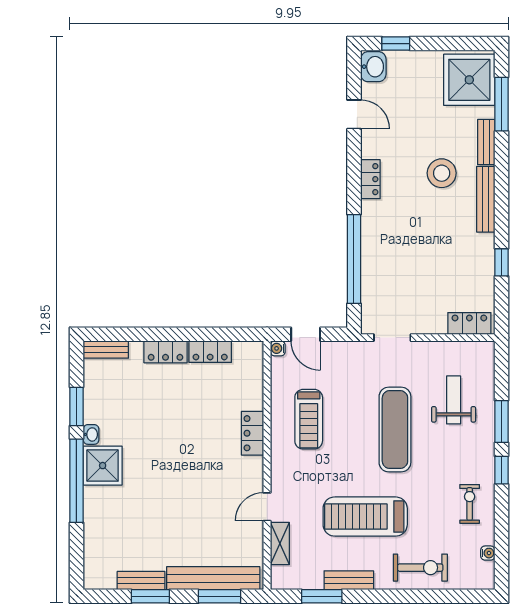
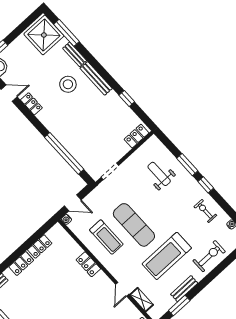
locker: (370, 179) -> (31, 104), moved
exercise mat: (395, 430) -> (134, 225), moved

